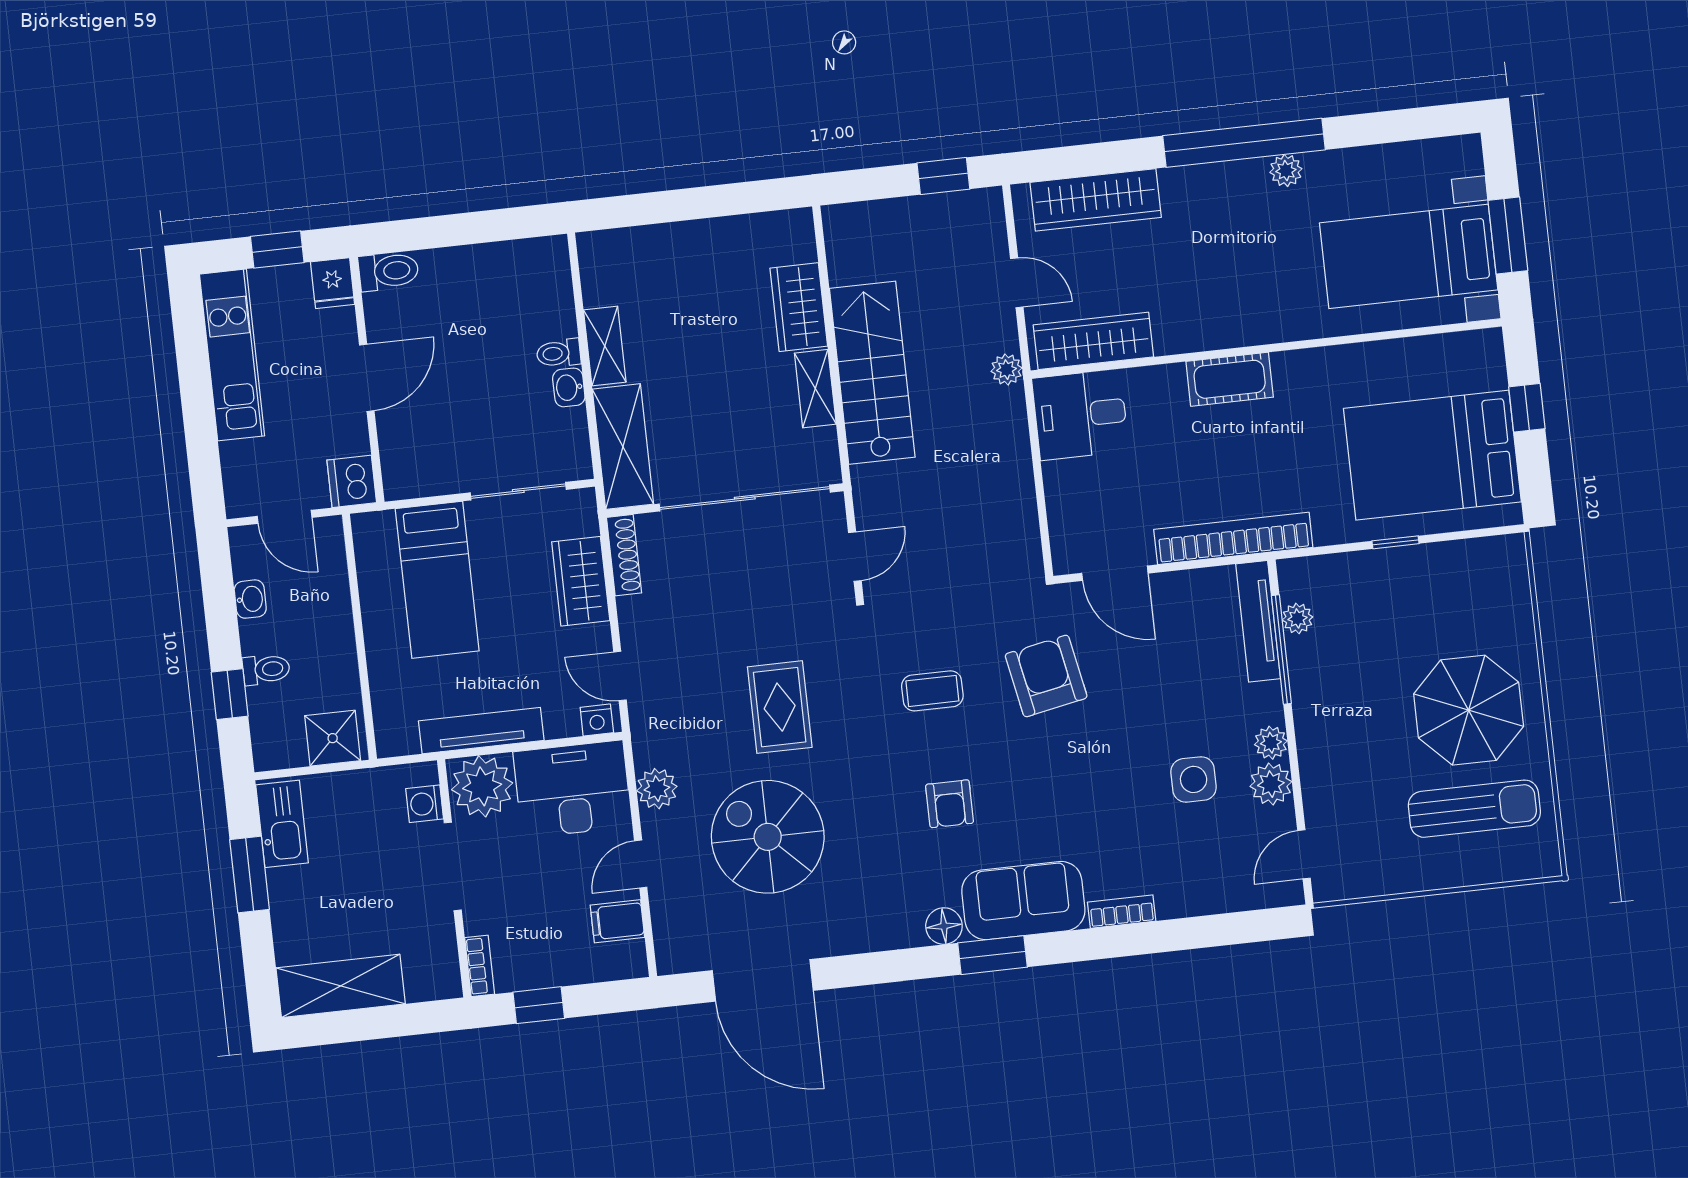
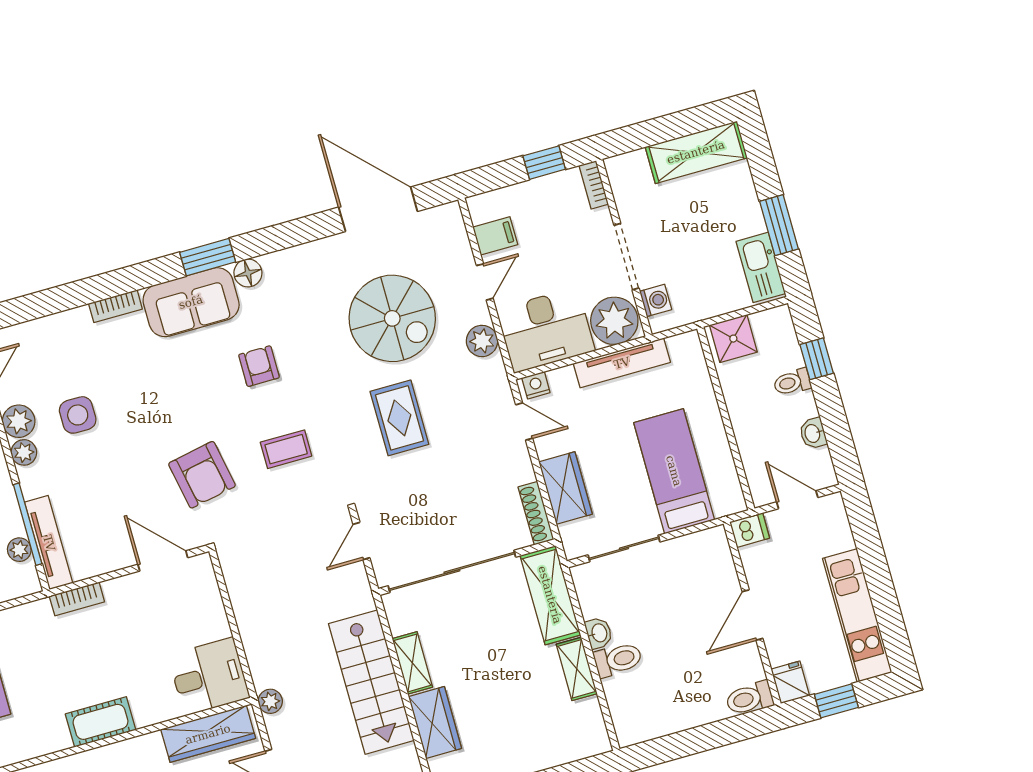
toilet: (559, 353) -> (618, 660), width x1.37, depth x1.39
dishwasher: (352, 481) -> (750, 530), width x0.73
bookcase: (1233, 538) -> (77, 599), width x0.43, depth x0.76

